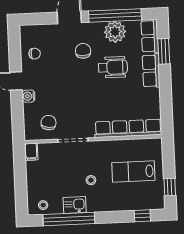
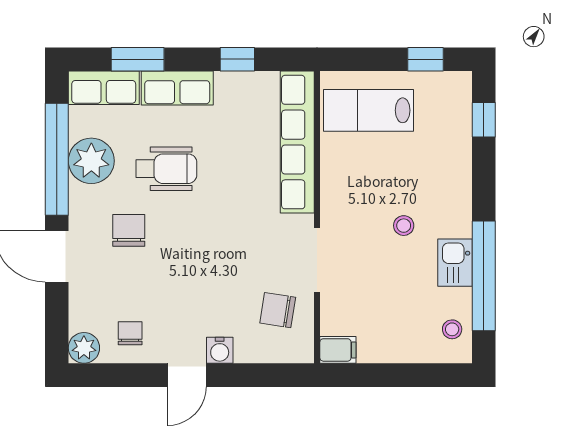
plant: (27, 32) -> (84, 348), added
chair: (83, 51) -> (129, 230), turned 90
wheelchair: (113, 67) -> (166, 169), turned 90
window: (166, 98) -> (237, 59), added
lab bench: (133, 172) -> (369, 110), moved, turned 90

